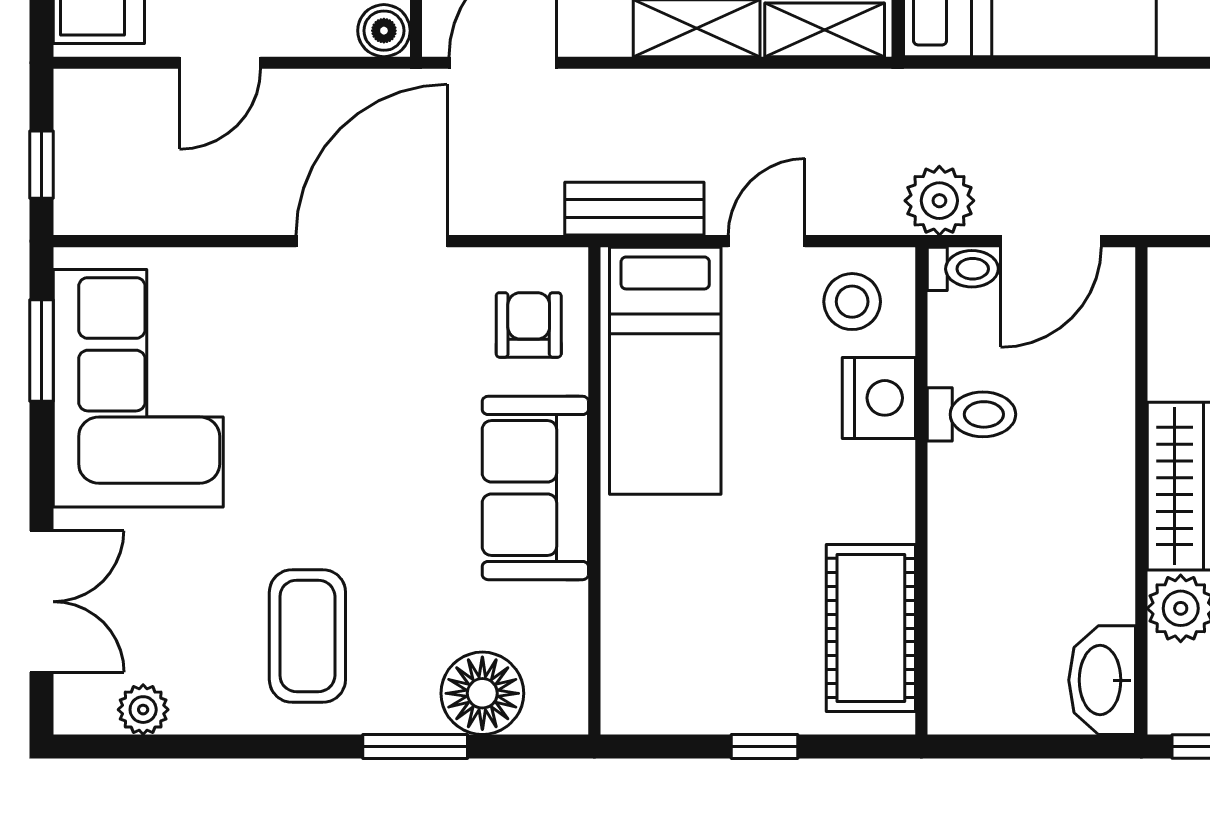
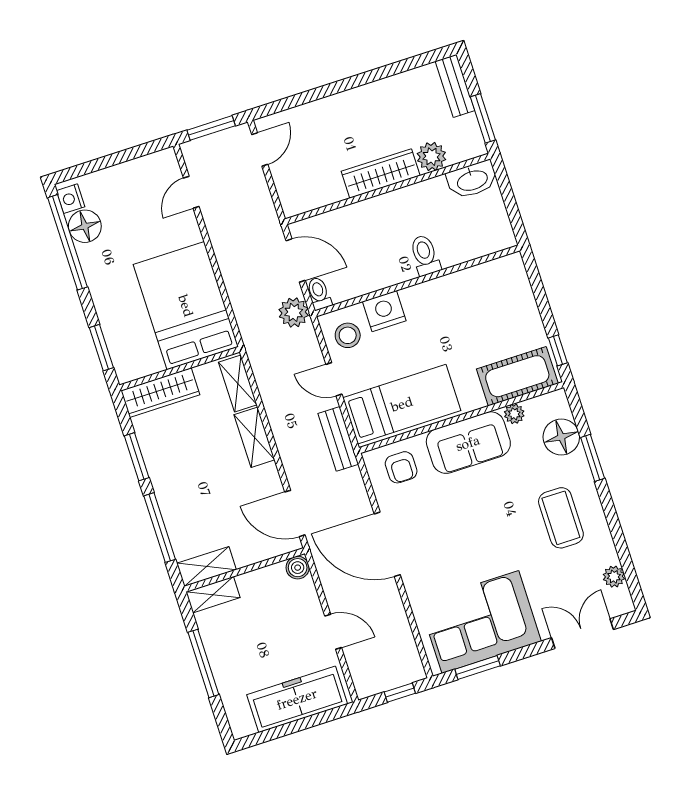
armchair: (529, 325) -> (401, 467), turned -90
toilet: (971, 414) -> (425, 255), moved
plant: (565, 608) -> (514, 414), added
cot: (871, 628) -> (517, 376), moved
coffee table: (307, 636) -> (561, 518), turned 90
window: (765, 746) -> (558, 350), moved

